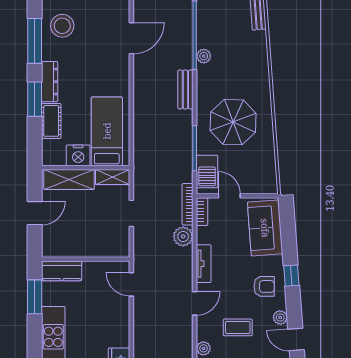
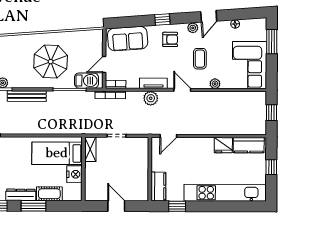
bench: (185, 89) -> (27, 96), width x1.36
shelving: (69, 179) -> (92, 181), removed
plant: (183, 236) -> (151, 98), moved
armchair: (264, 286) -> (170, 39), turned 90
window: (35, 297) -> (177, 206), width x0.67

